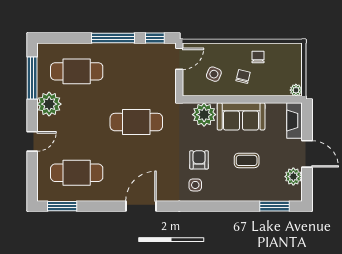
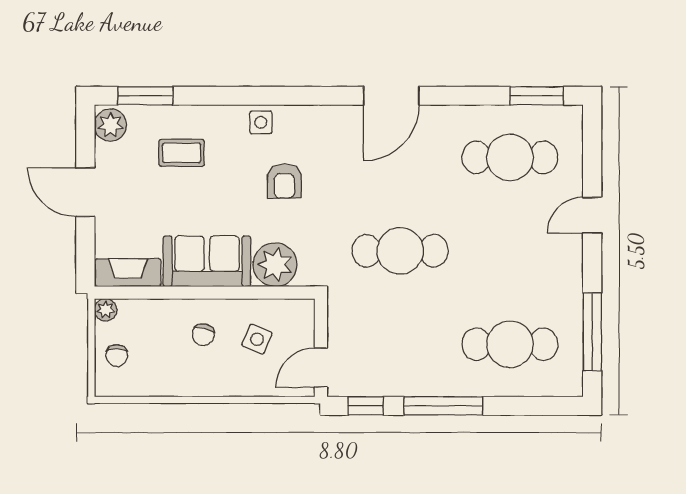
chair: (258, 57) -> (117, 356), moved
plant: (49, 104) -> (561, 284), removed
fireplace: (295, 120) -> (128, 273), moved, turned -90
coffee table: (247, 160) -> (182, 153), moved
plant: (293, 177) -> (110, 125), moved
side table: (195, 185) -> (261, 122), moved

